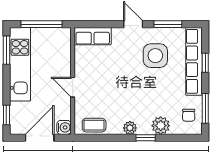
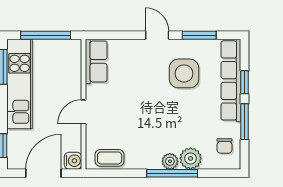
row of seats: (93, 36) -> (96, 61), moved, turned -90
door: (73, 87) -> (84, 112), hinge flipped
window: (205, 108) -> (245, 122), moved
plant: (130, 128) -> (170, 161), moved
window: (146, 138) -> (172, 173), width x2.17

